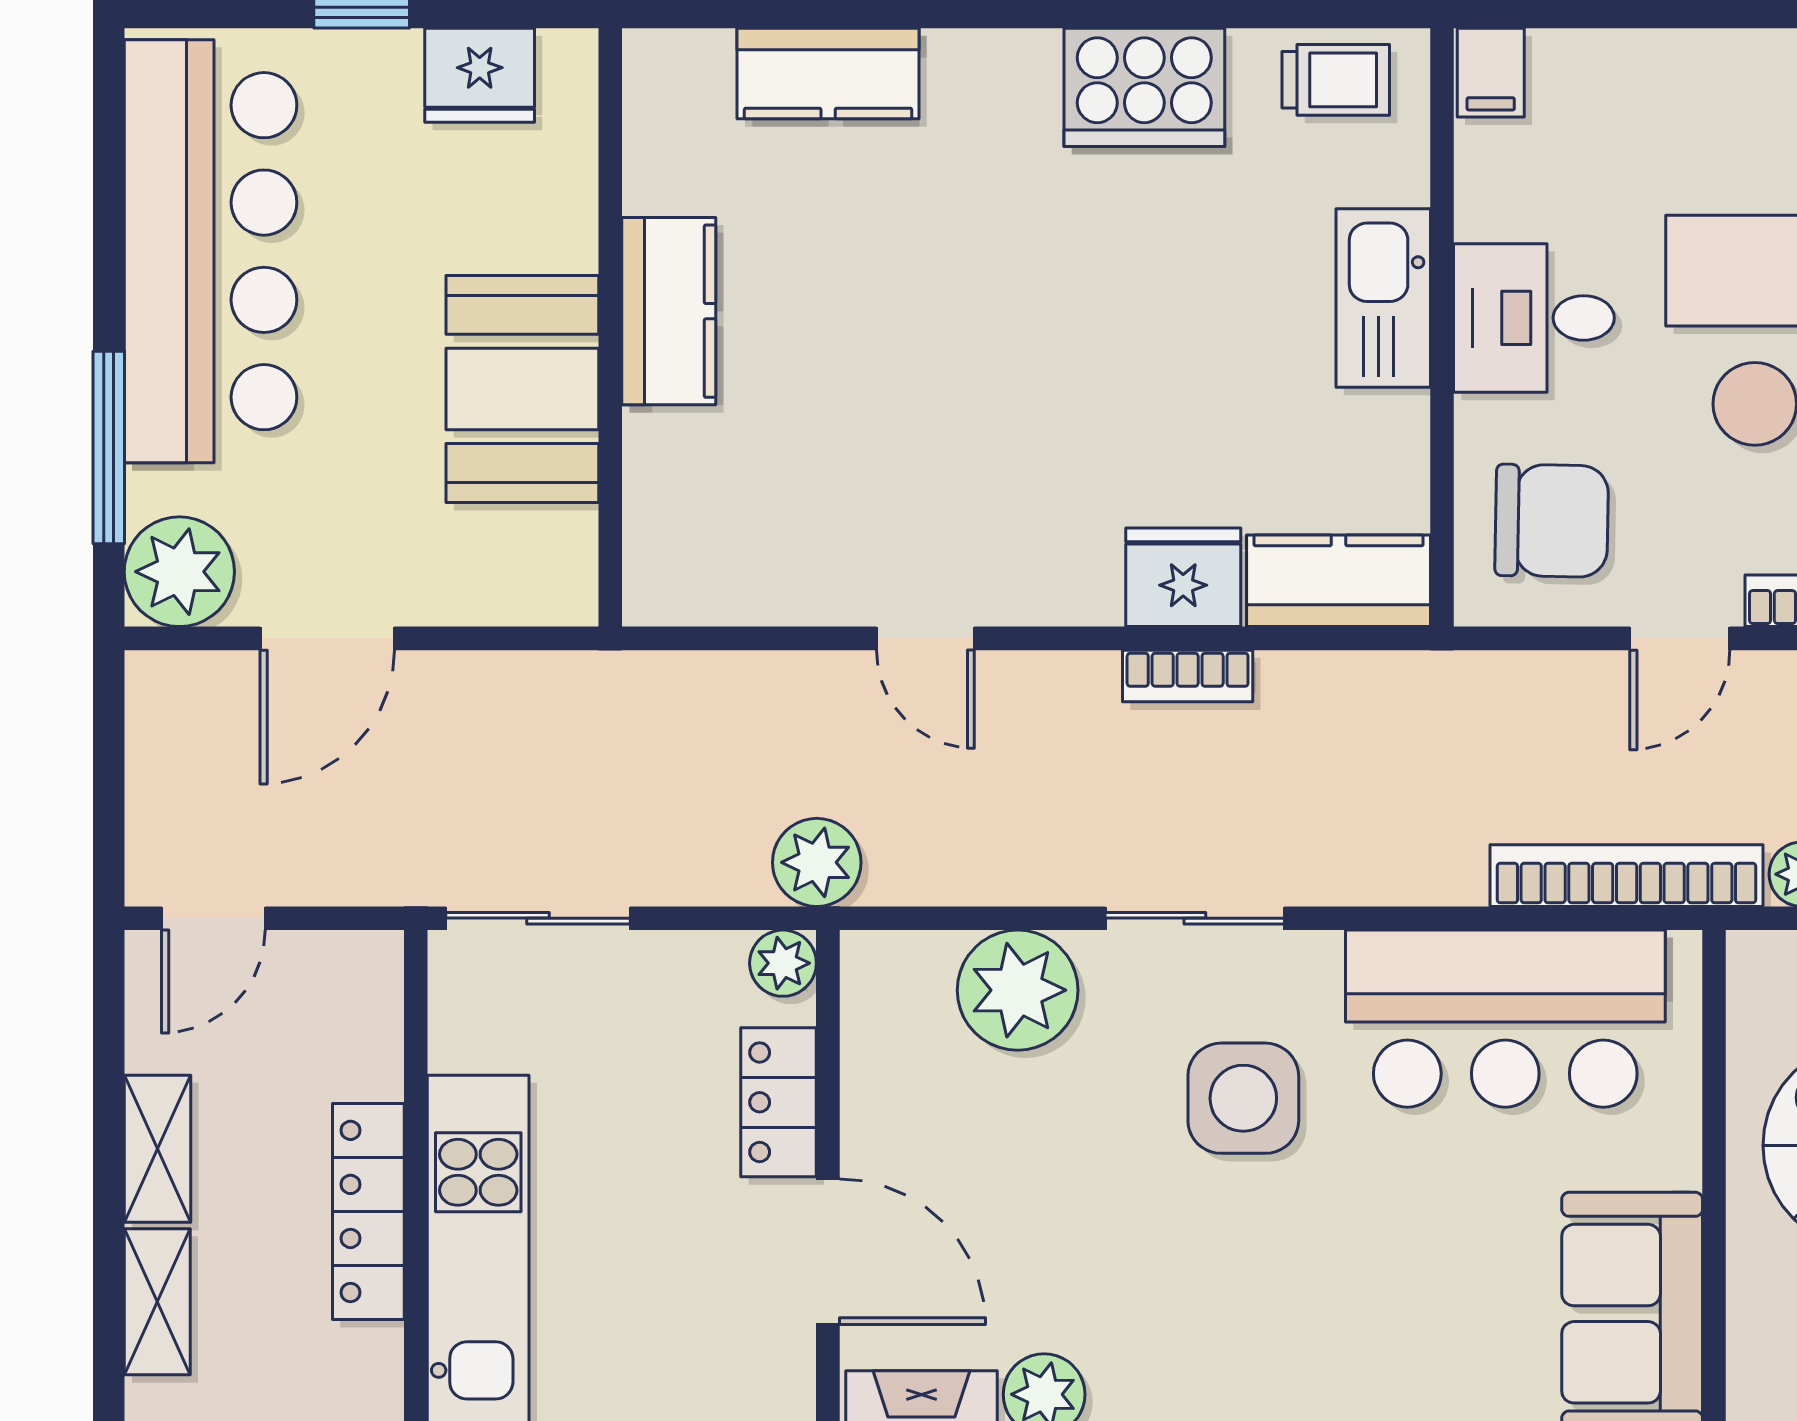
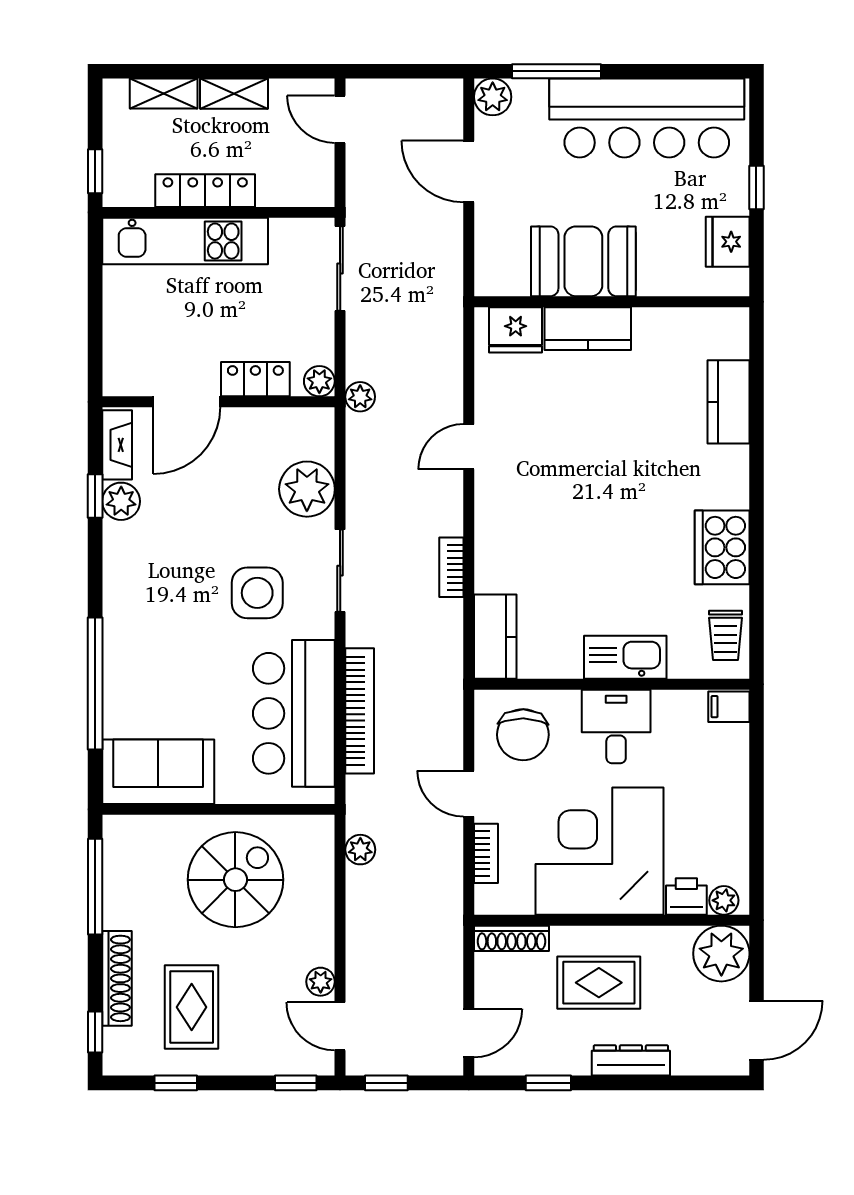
kitchen counter: (669, 311) -> (588, 329), moved
plant: (179, 572) -> (493, 97), width x0.73, depth x0.73
fridge: (1183, 577) -> (516, 330), moved, turned 90
plant: (817, 862) -> (360, 397), width x0.73, depth x0.73
bookcase: (1627, 876) -> (360, 711), moved

